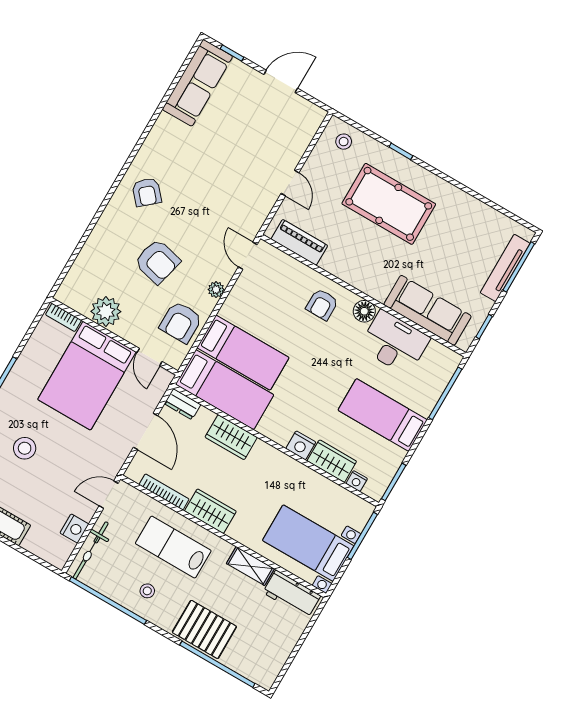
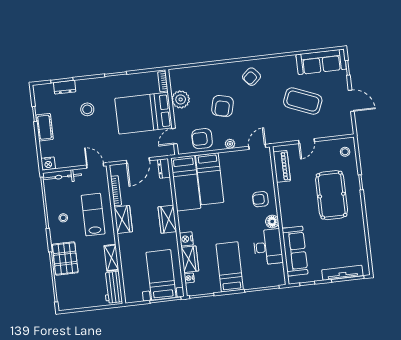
coffee table: (232, 147) -> (303, 101), added
wardrobe: (231, 437) -> (167, 219), moved
nightstand: (74, 529) -> (48, 164), moved
bed with nightstands: (308, 543) -> (161, 275), moved

